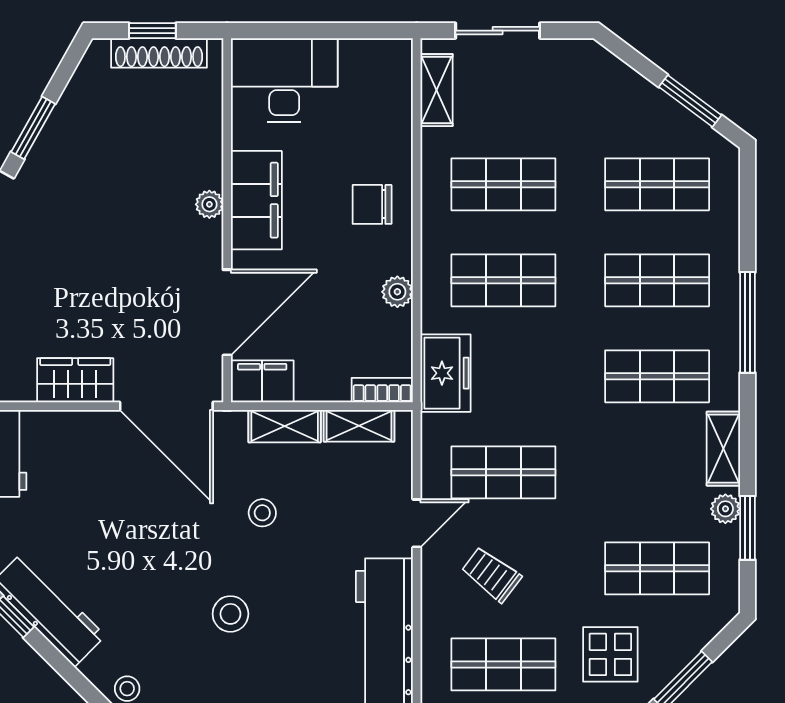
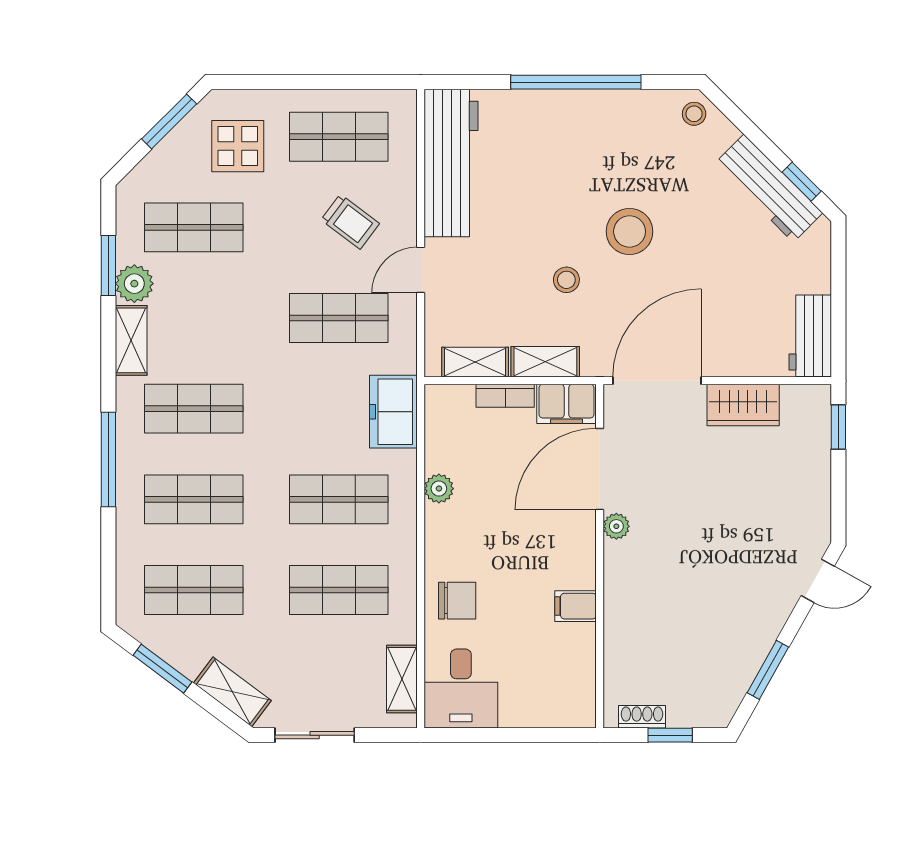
sliding door: (498, 31) -> (315, 735), moved
shoe rack: (159, 53) -> (642, 717), width x0.51, depth x0.81
shelving: (616, 76) -> (232, 692), added
desk: (284, 80) -> (461, 688), moved, width x0.73
window: (33, 128) -> (768, 670), moved
filing cabinet: (256, 200) -> (576, 606), width x0.33, depth x0.86
plant: (209, 204) -> (616, 526), moved
chair: (372, 204) -> (457, 601), moved
bookcase: (382, 390) -> (505, 396), moved
door: (166, 406) -> (657, 381), hinge flipped
plant: (725, 509) -> (134, 284), width x1.38, depth x1.38
stool: (230, 614) -> (630, 231), moved, width x1.38, depth x1.38

